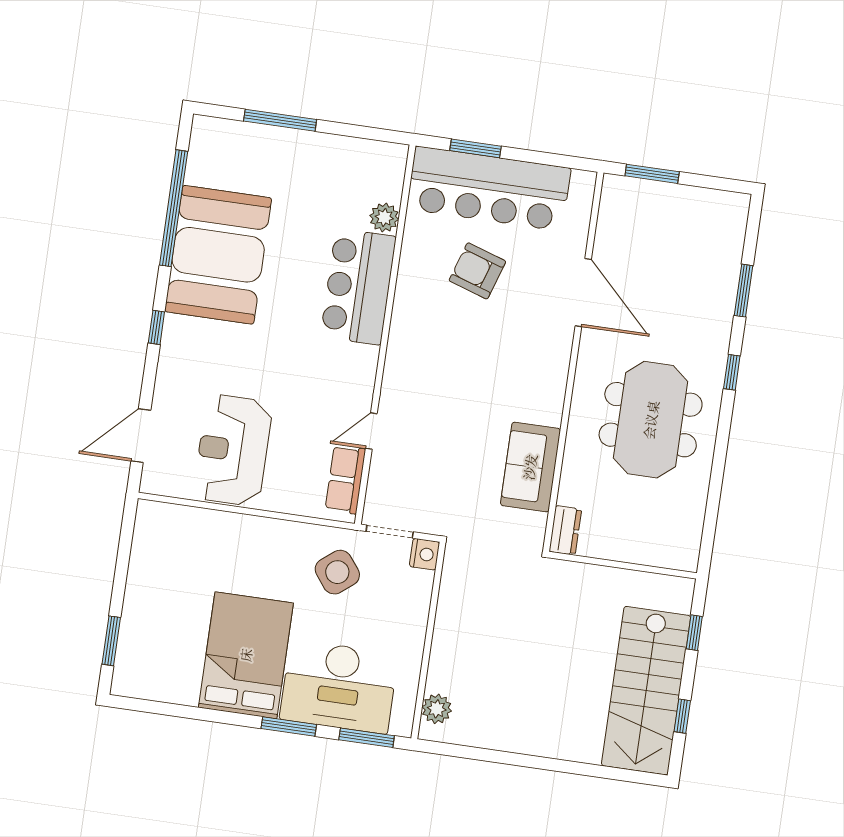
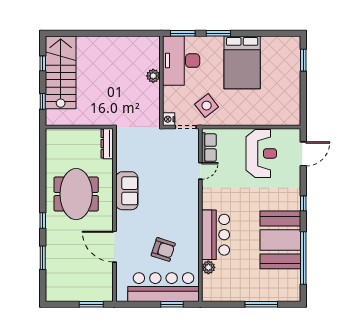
sofa: (530, 467) -> (127, 191), moved
dresser: (565, 530) -> (107, 144), width x1.44
desk: (339, 687) -> (181, 61), moved, turned -90
plant: (437, 709) -> (153, 76), moved

